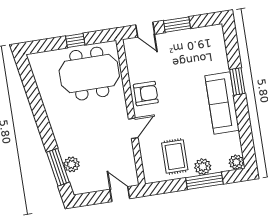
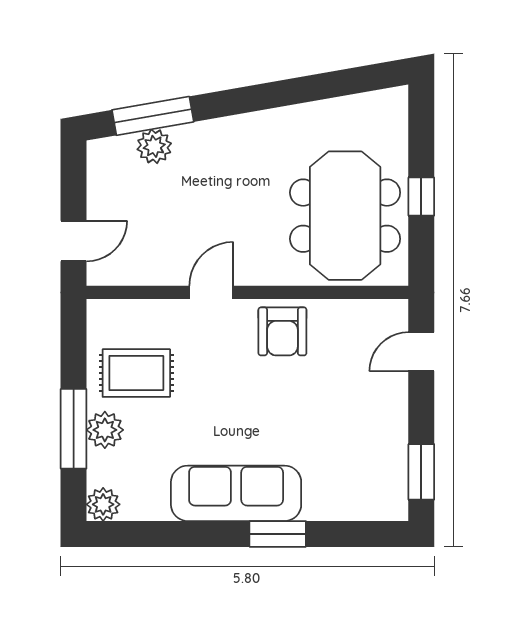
window: (177, 25) -> (421, 472), moved
door: (133, 128) -> (211, 292), swing flipped

